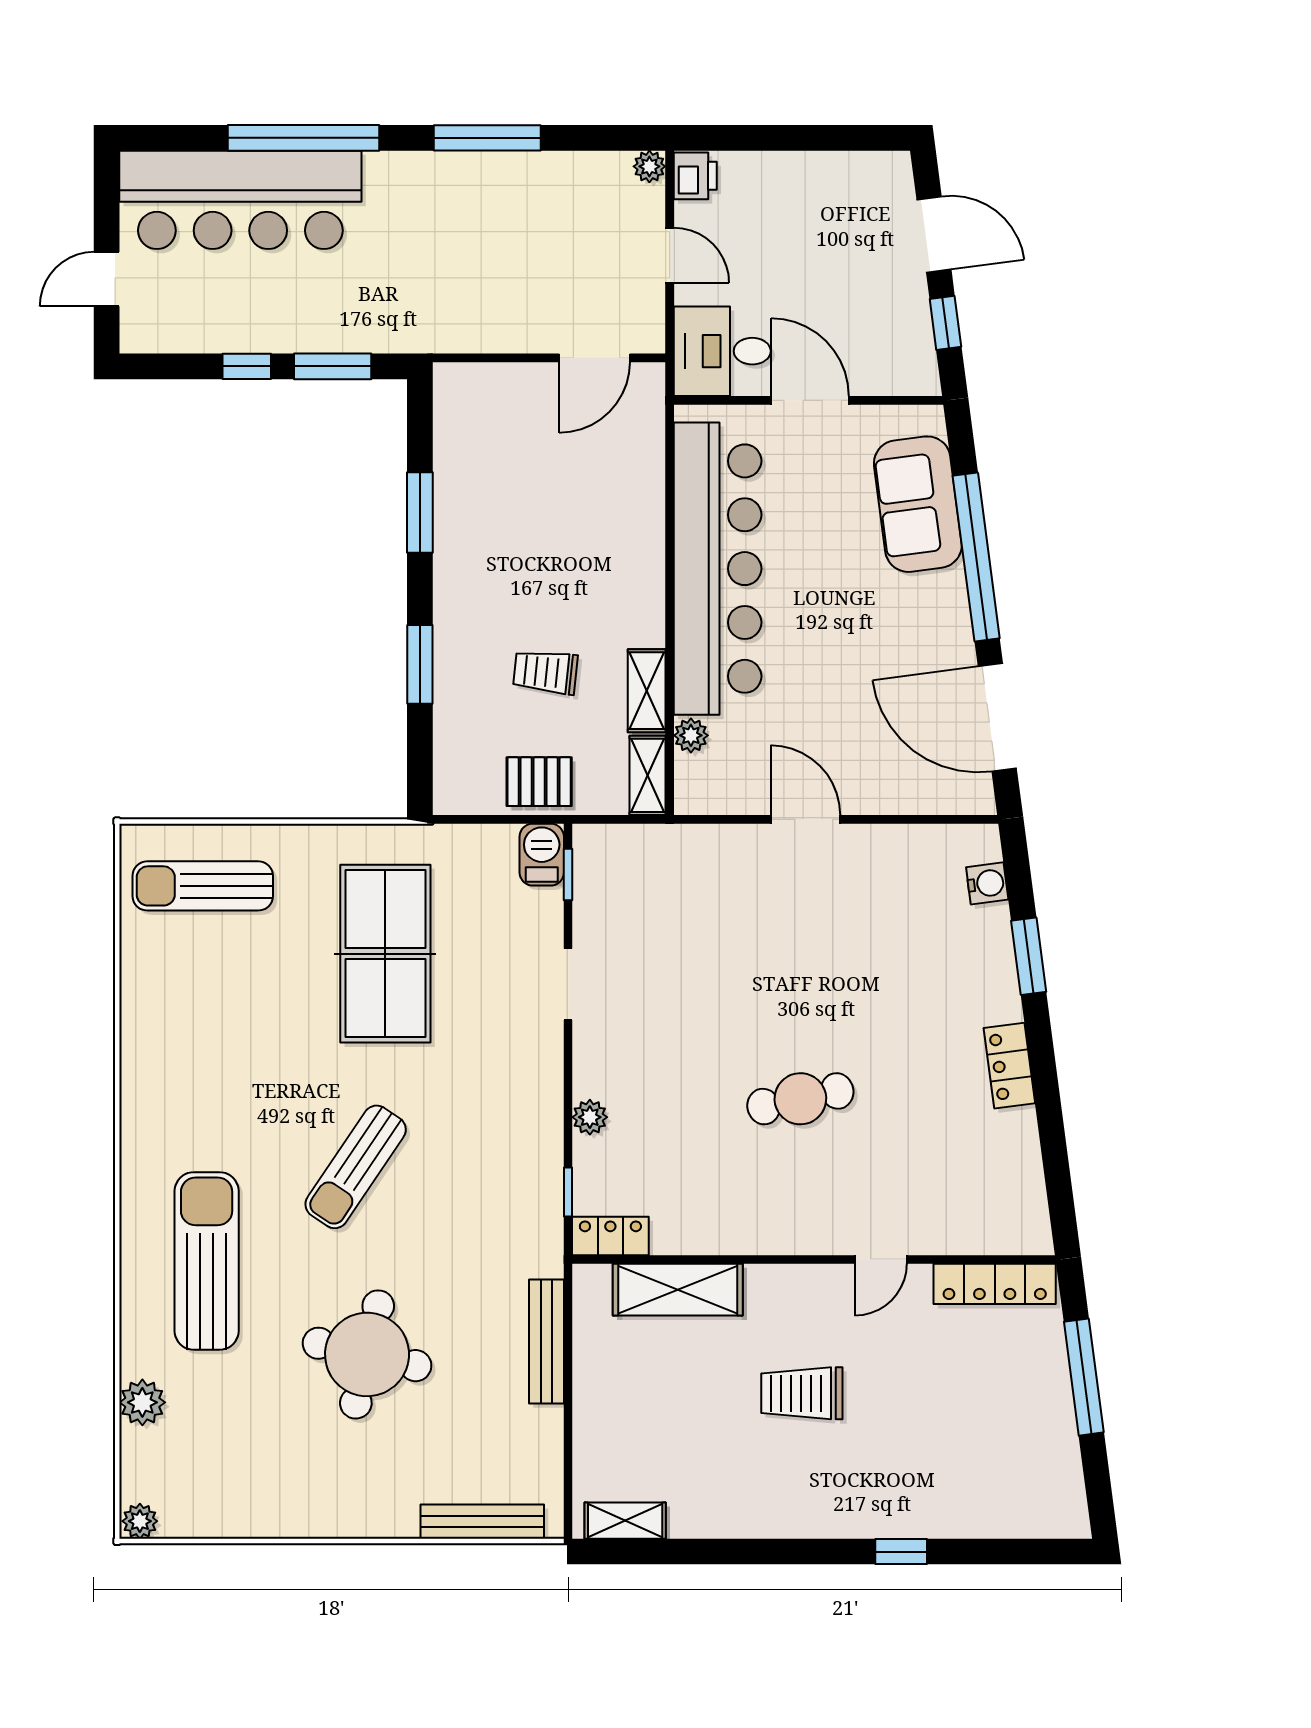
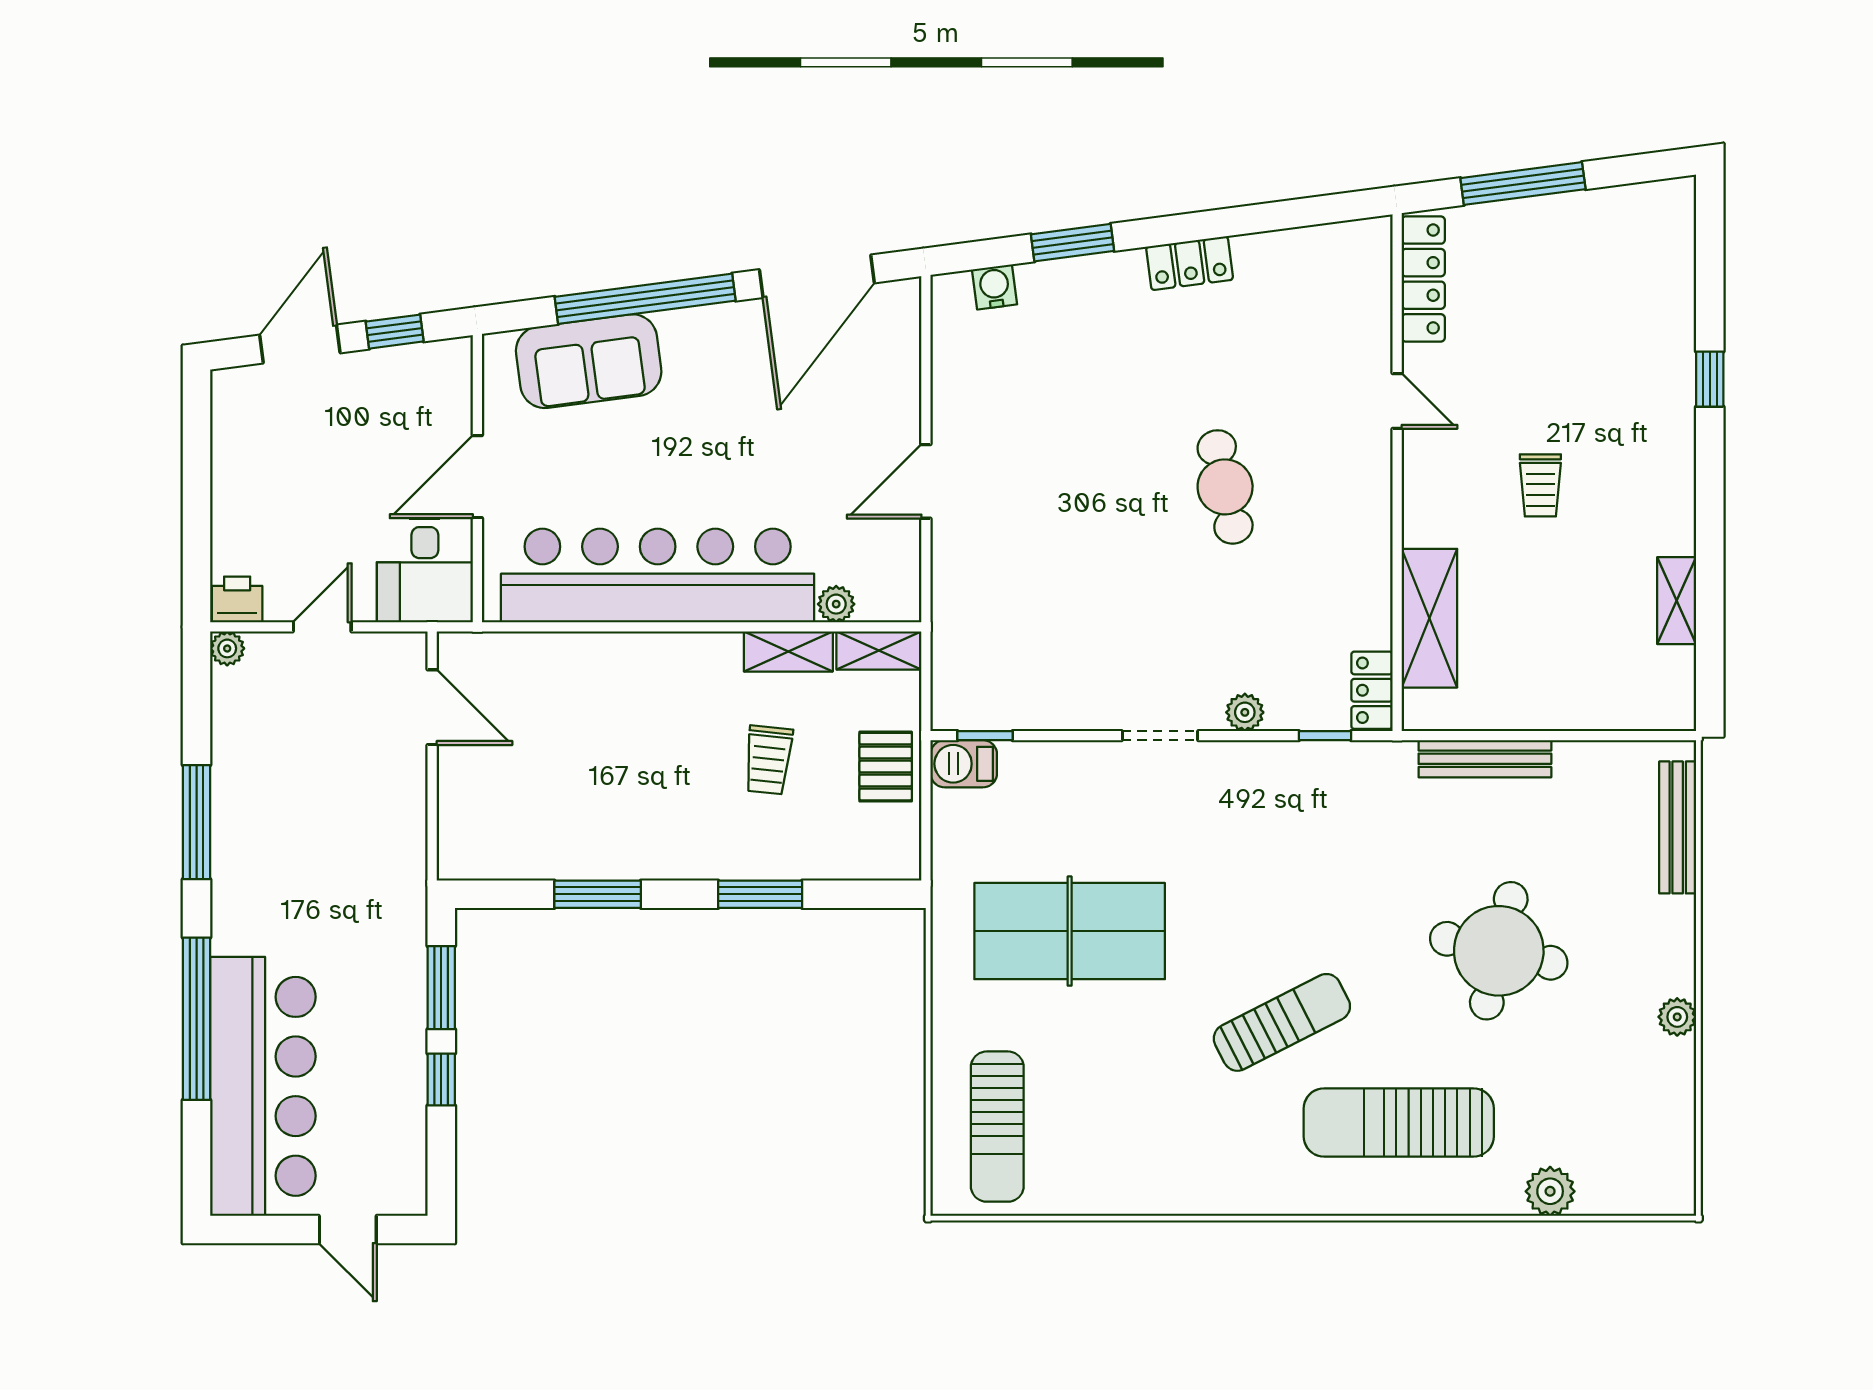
doorway: (568, 984) -> (1160, 736), moved
sun lounger: (356, 1167) -> (1282, 1022), moved, turned -61
trolley: (802, 1393) -> (1540, 485), width x0.73, depth x0.72
plant: (140, 1521) -> (1677, 1017), moved
shelving: (625, 1521) -> (1677, 601), moved

